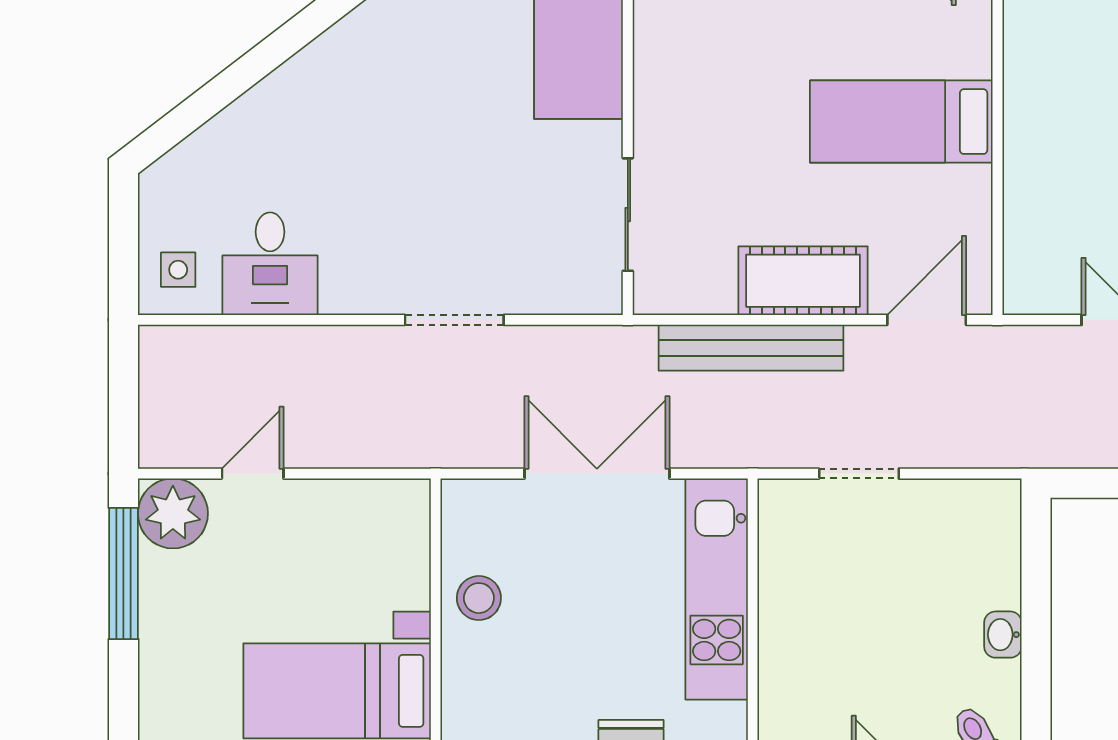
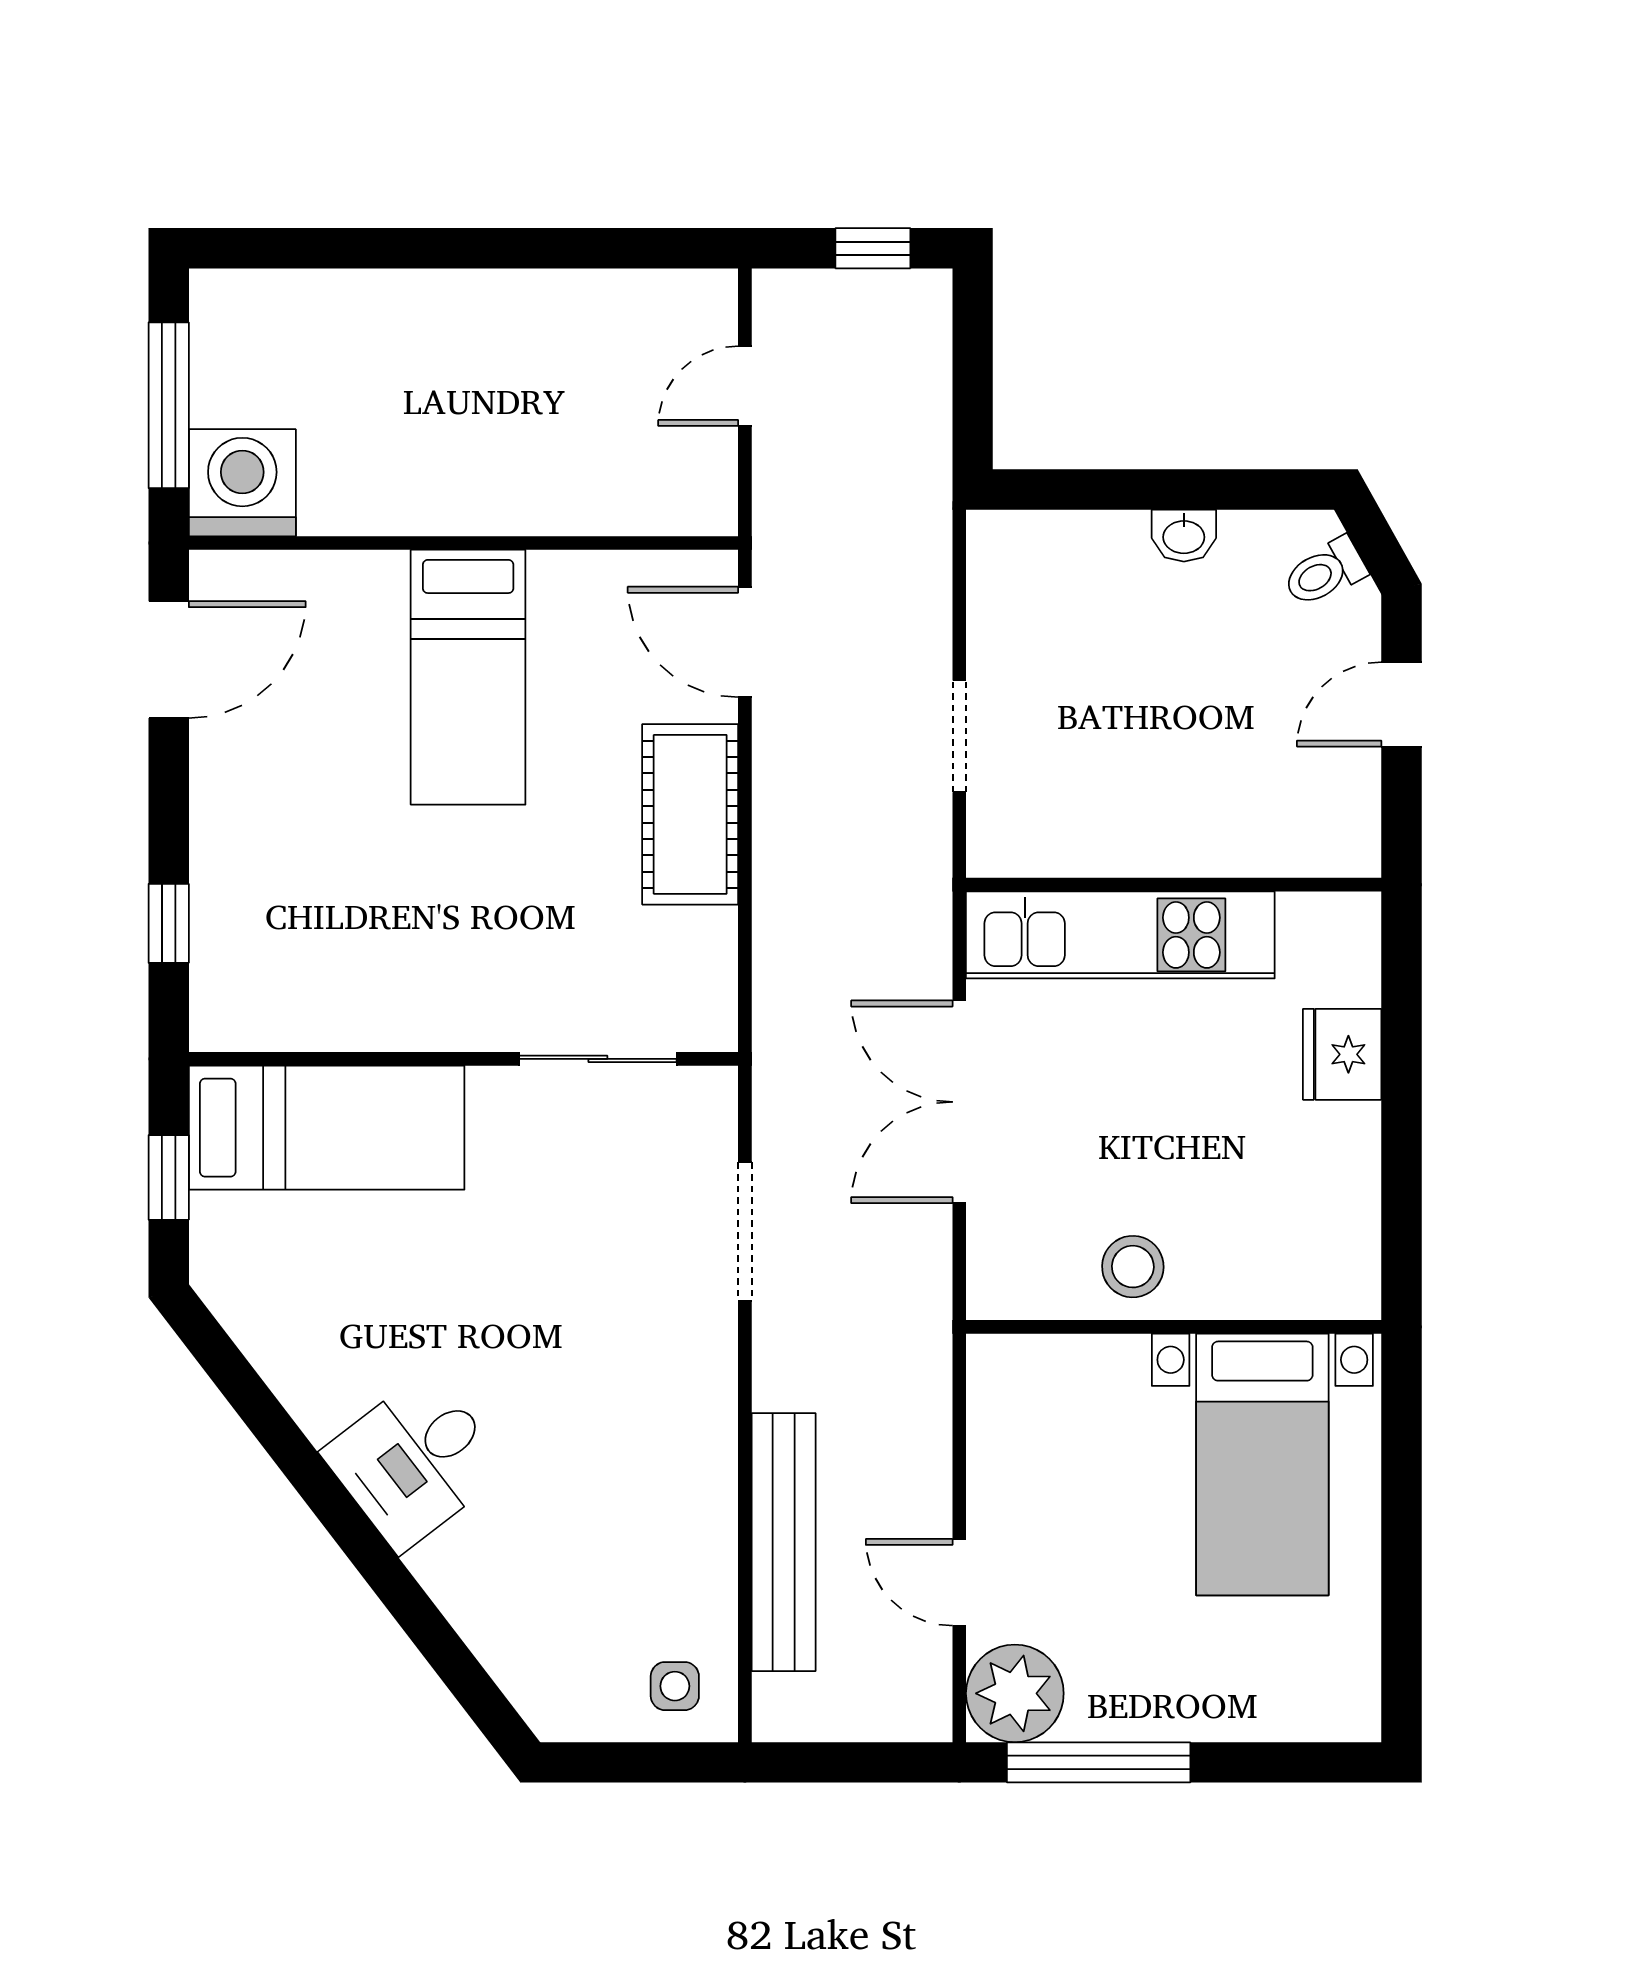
desk: (270, 264) -> (415, 1461), moved, turned 143
doorway: (454, 320) -> (745, 1232), moved
bench: (751, 348) -> (784, 1542), moved

